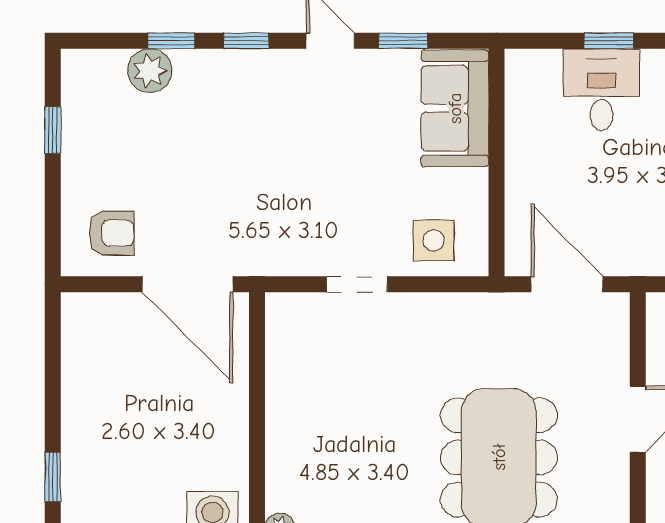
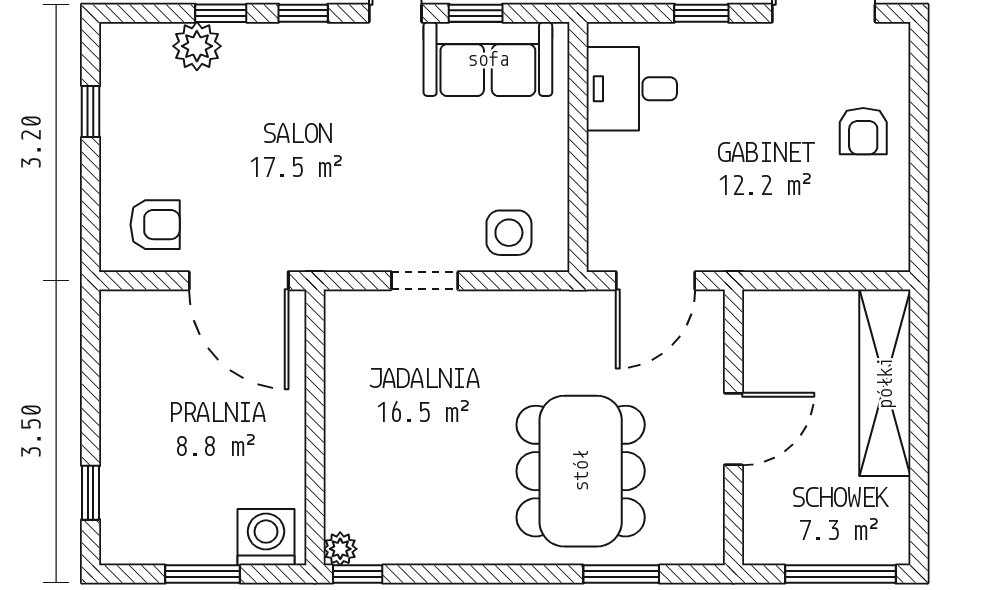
desk: (601, 90) -> (632, 89), moved, turned -90
sofa: (455, 108) -> (488, 59), moved, turned -90
door: (567, 284) -> (655, 281), swing flipped

